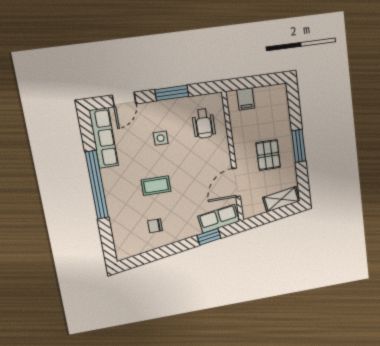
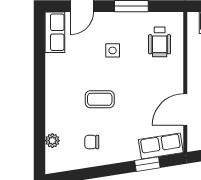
row of seats: (104, 138) -> (55, 32), width x0.68
window: (97, 185) -> (39, 89), removed
plant: (118, 231) -> (52, 141), added

